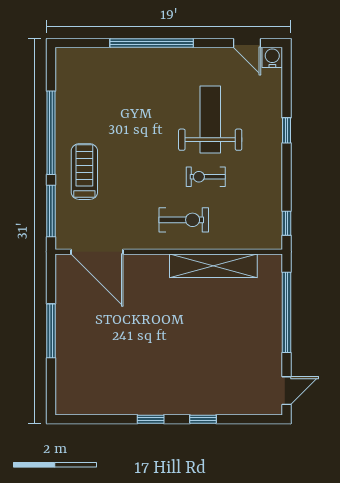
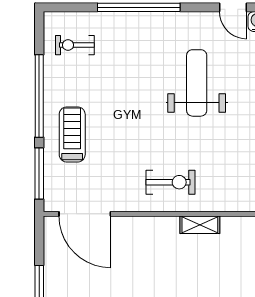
exercise bike: (206, 177) -> (75, 45), moved
shelving: (213, 266) -> (200, 225), width x0.45, depth x0.75

